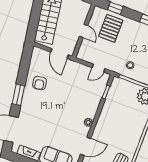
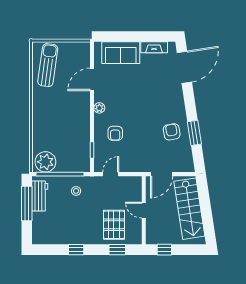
door: (60, 53) -> (162, 174), swing flipped
window: (18, 95) -> (194, 133), moved
armchair: (83, 98) -> (115, 133), added

